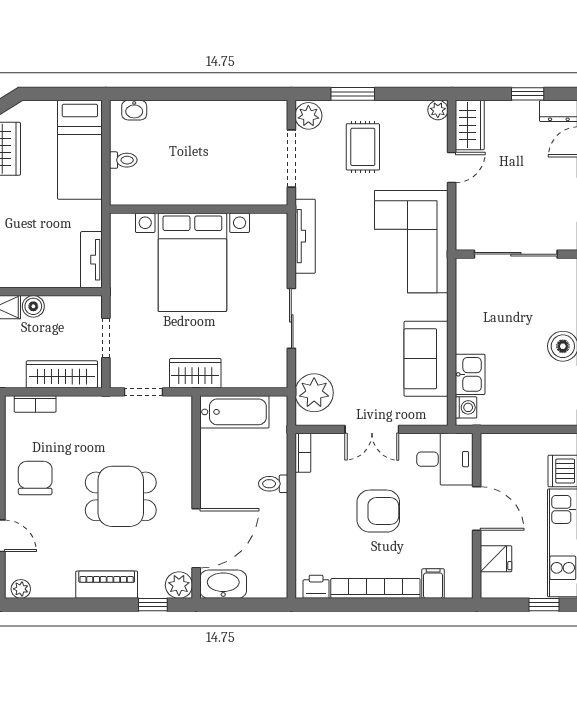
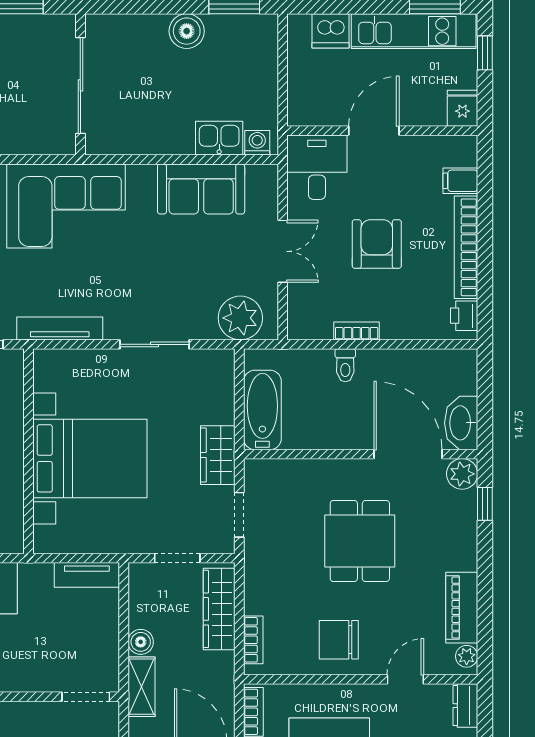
bookcase: (303, 453) -> (357, 331), moved
fridge: (496, 559) -> (462, 108), moved
piano: (107, 585) -> (462, 608), moved

